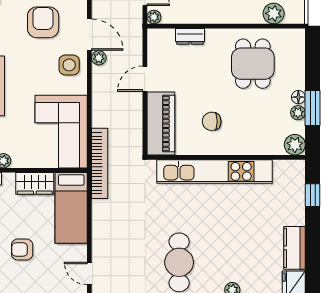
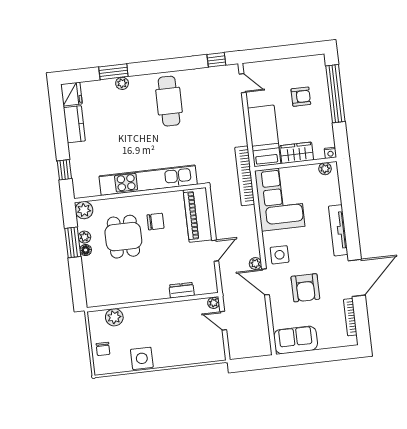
dining table: (253, 64) -> (123, 237), moved

